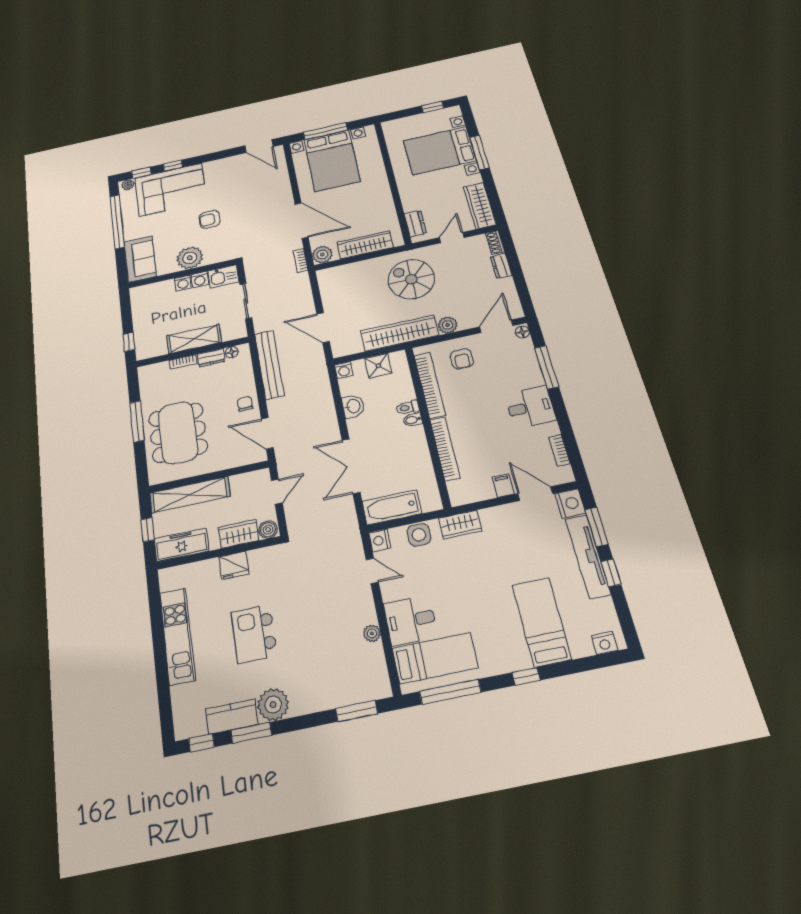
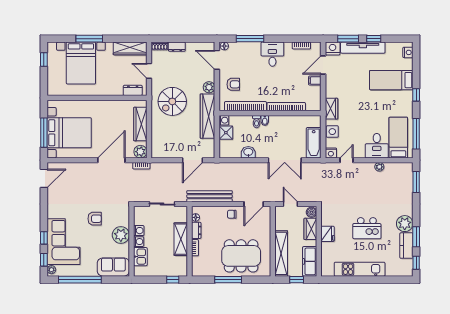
armchair: (210, 219) -> (95, 219), turned -90
kitchen sink: (223, 276) -> (140, 257), moved
washing machine: (344, 370) -> (224, 120), moved

